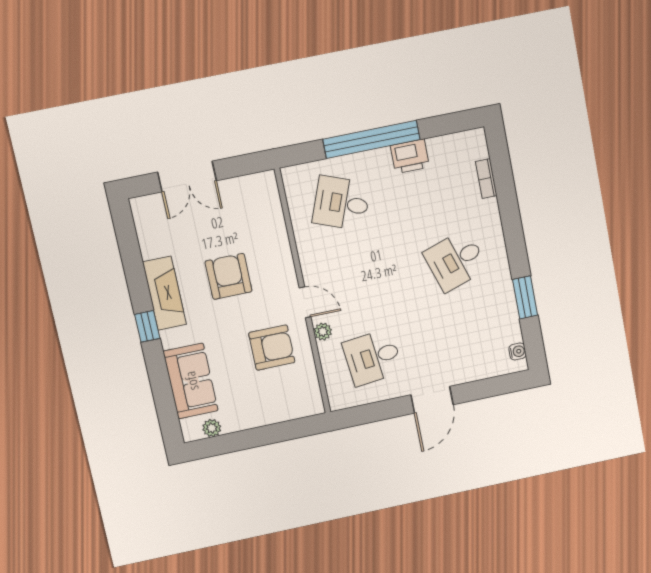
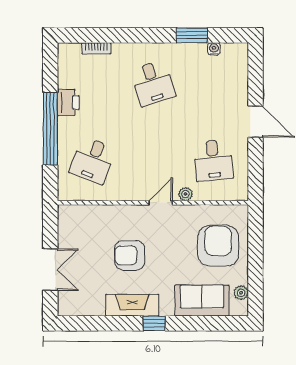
armchair: (272, 348) -> (218, 246), moved, width x1.36, depth x1.36
water cooler: (517, 351) -> (214, 49), moved

